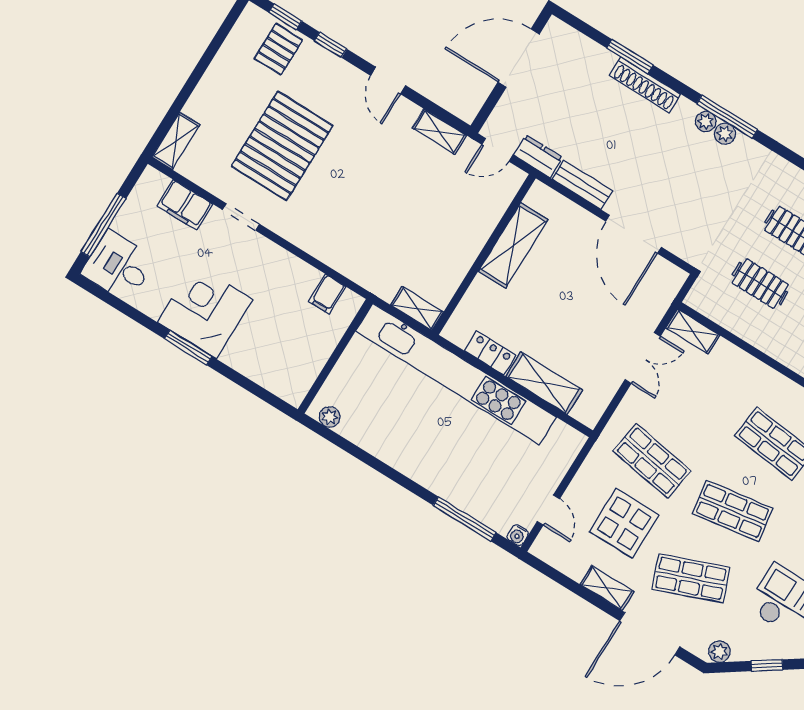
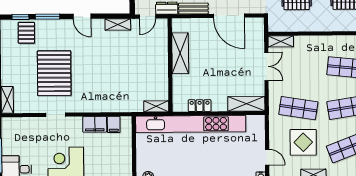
window: (331, 45) -> (48, 17), width x1.50
filing cabinet: (185, 205) -> (95, 124), moved
shelving: (544, 383) -> (246, 104), moved

